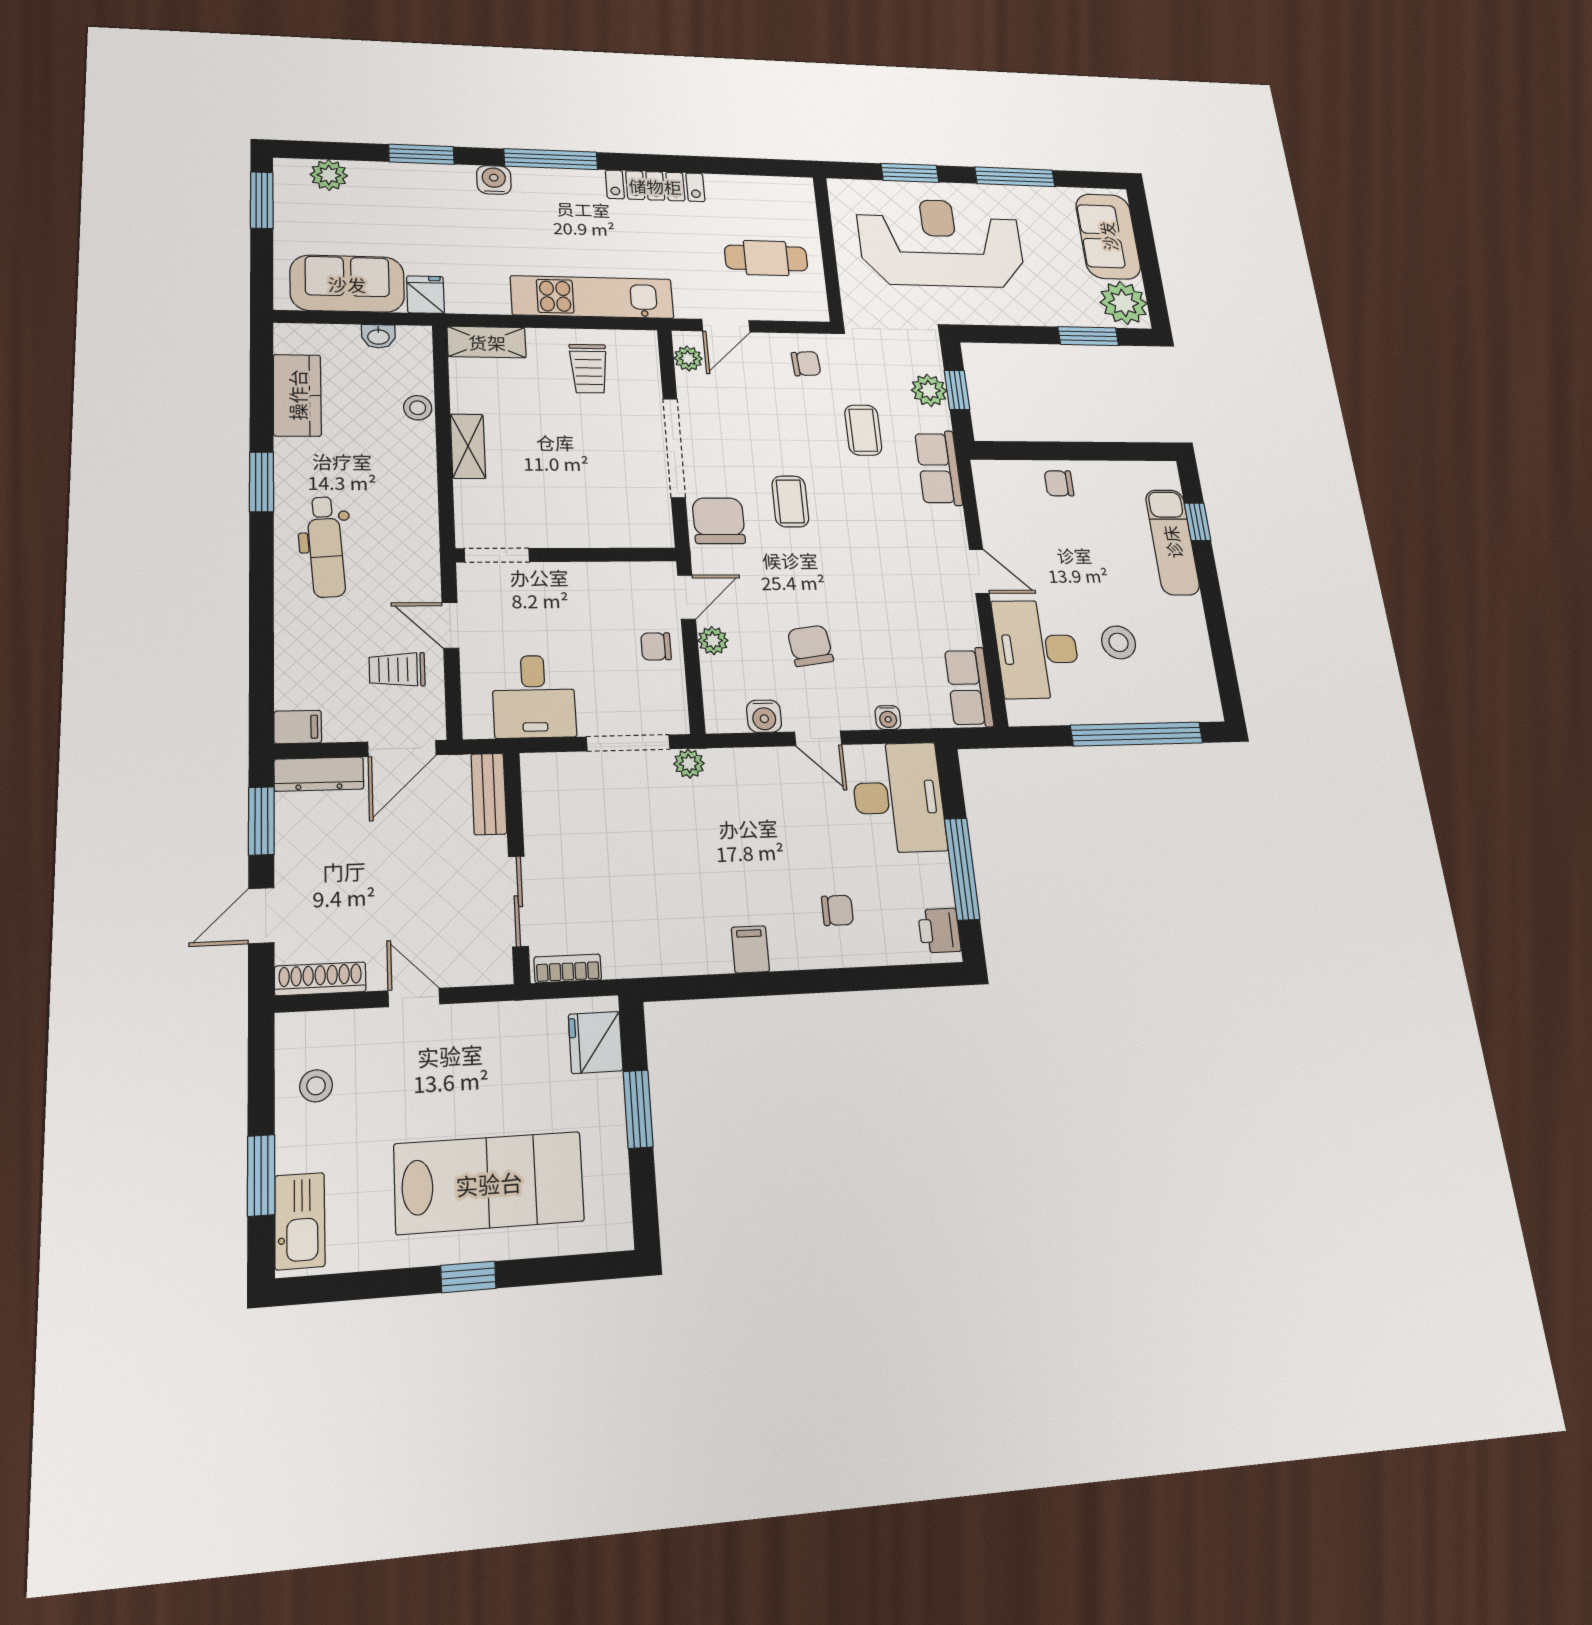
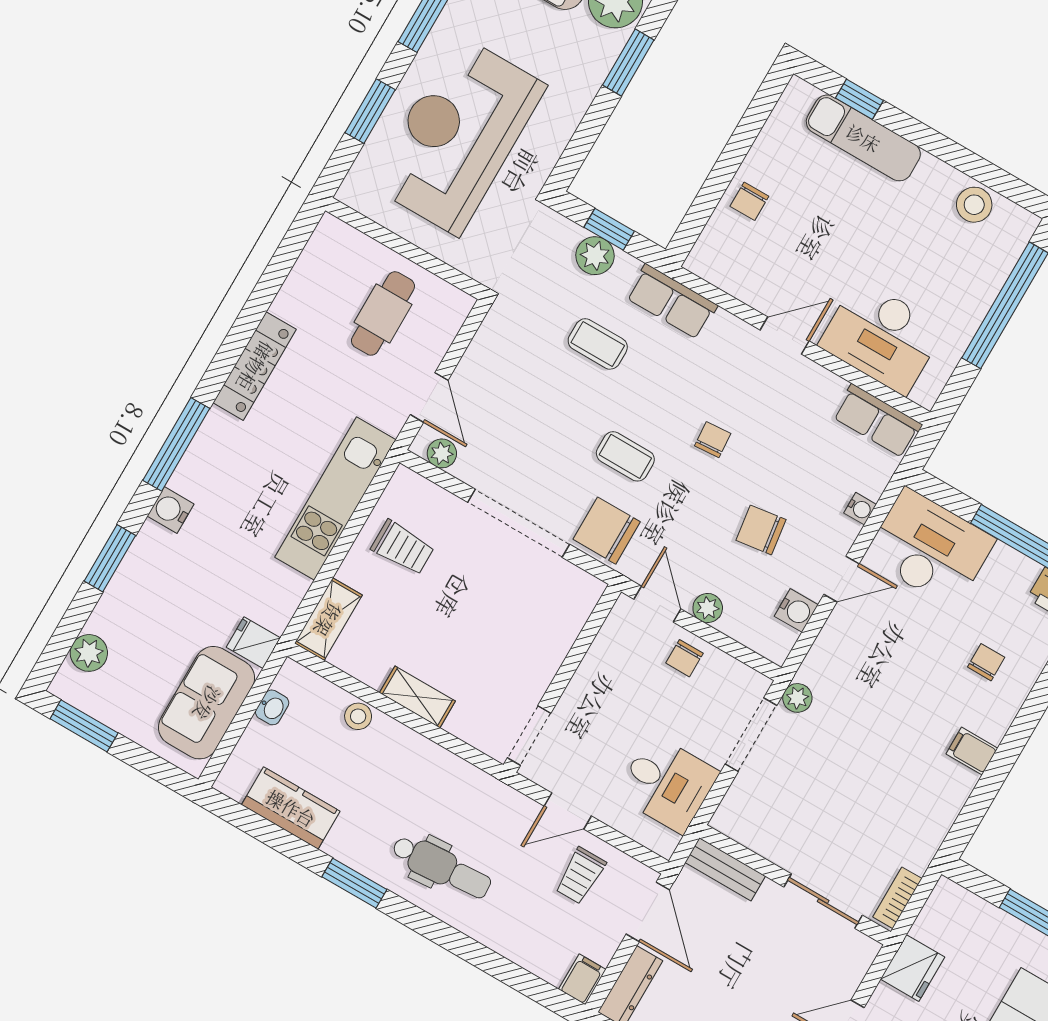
chair: (806, 364) -> (713, 440), moved
stool: (1119, 642) -> (974, 205), moved
fridge: (596, 1042) -> (912, 968), moved, turned -90

